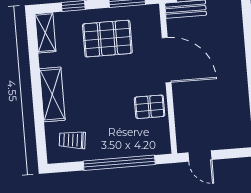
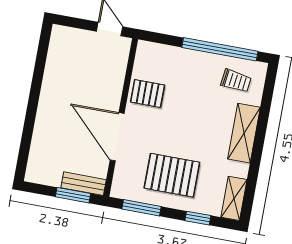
window: (119, 163) -> (220, 49), moved

